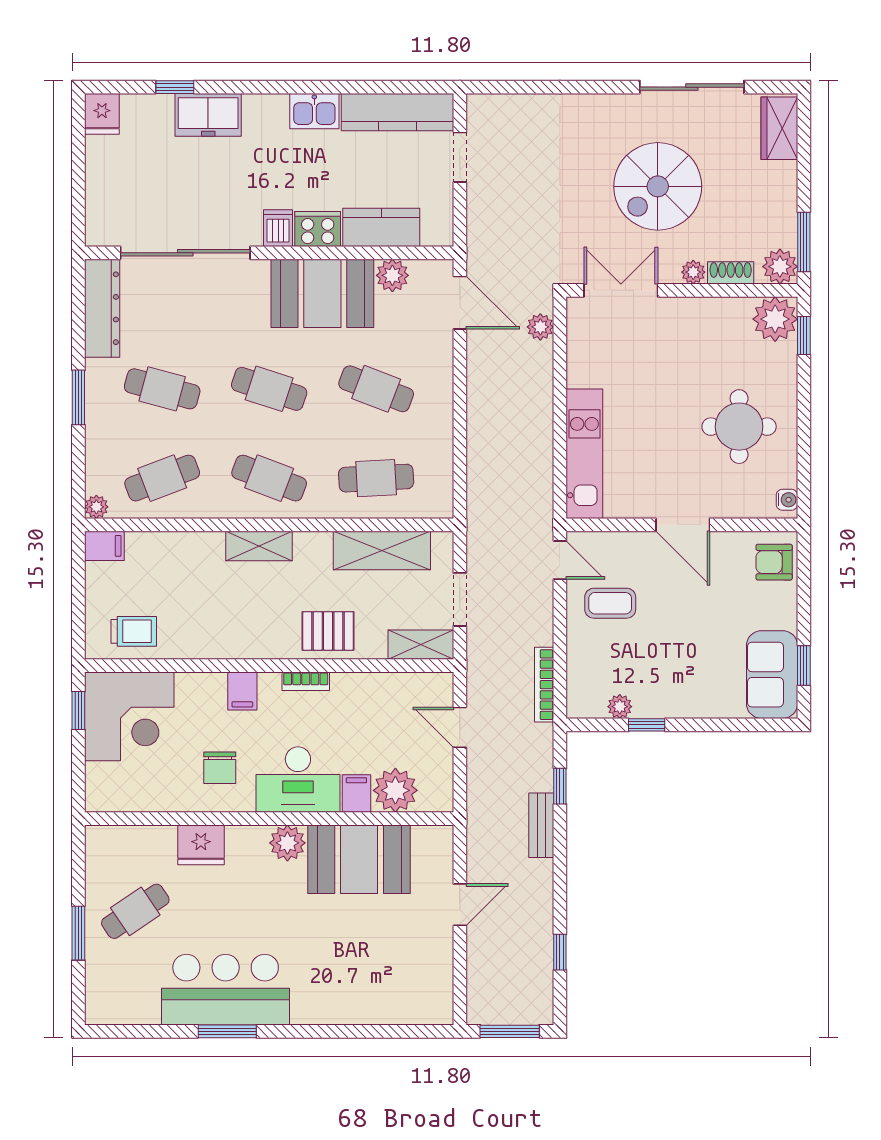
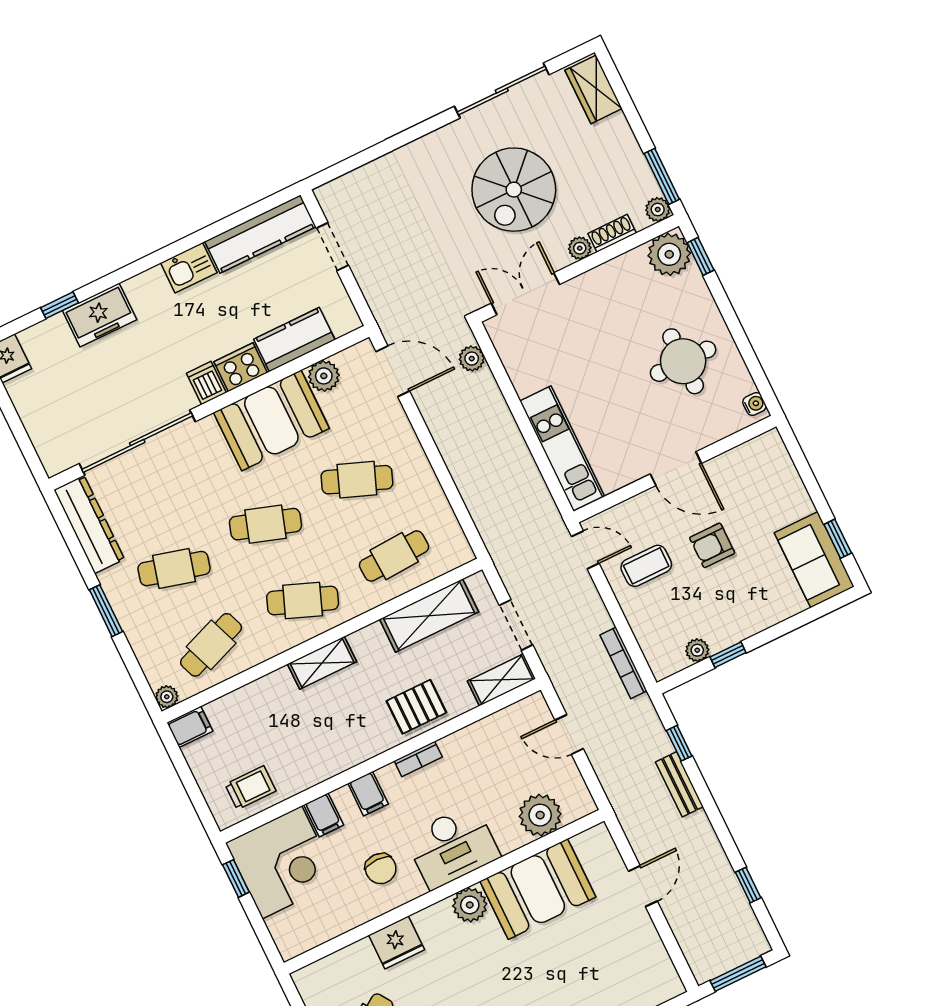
plant: (780, 267) -> (658, 209), width x0.73, depth x0.73
armchair: (774, 562) -> (712, 545), moved
filing cabinet: (356, 794) -> (324, 815), moved, turned 180

